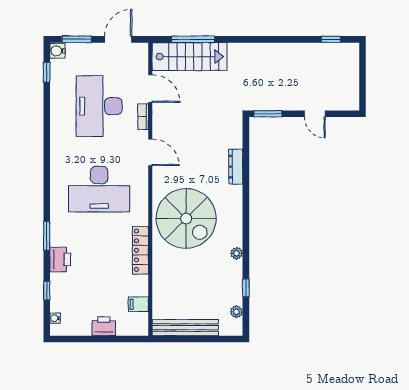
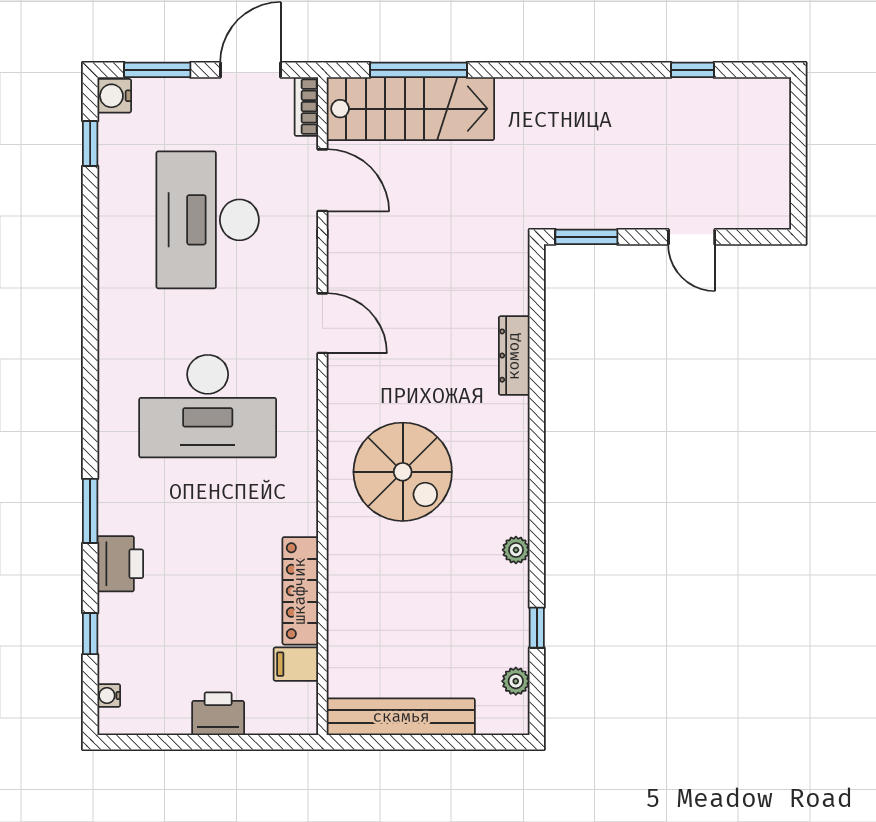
window: (331, 39) -> (693, 70), moved
bookcase: (143, 117) -> (306, 107), moved
spiral stairs: (186, 218) -> (403, 472), width x0.73, depth x0.73
locker: (140, 250) -> (300, 591), moved

